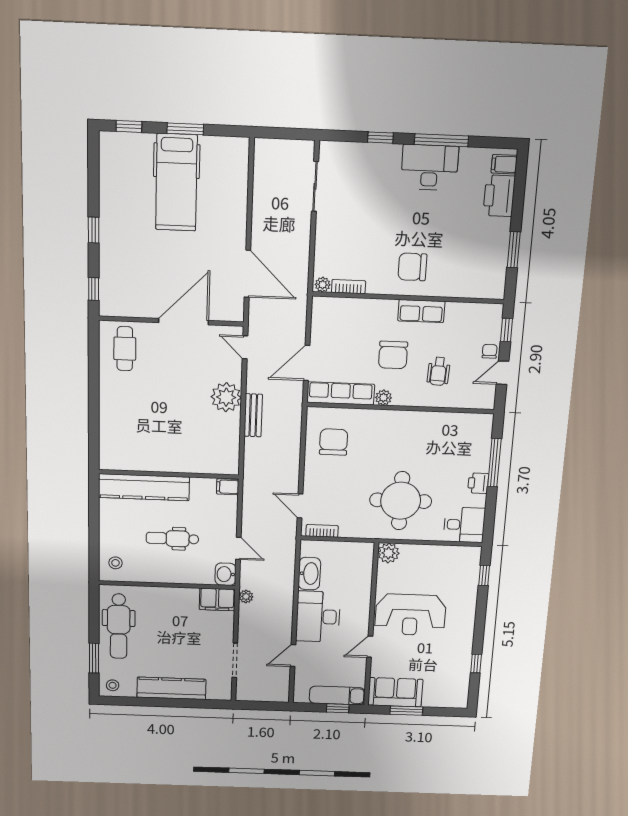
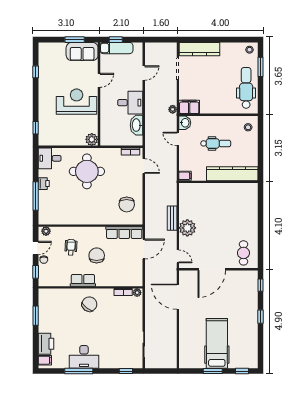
window: (380, 138) -> (126, 371), moved
chair: (412, 267) -> (89, 304), turned -53
plant: (383, 398) -> (46, 231), moved
desk: (318, 617) -> (130, 103), width x0.73
kitchen counter: (171, 688) -> (199, 49), moved

